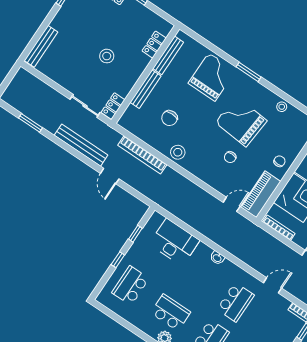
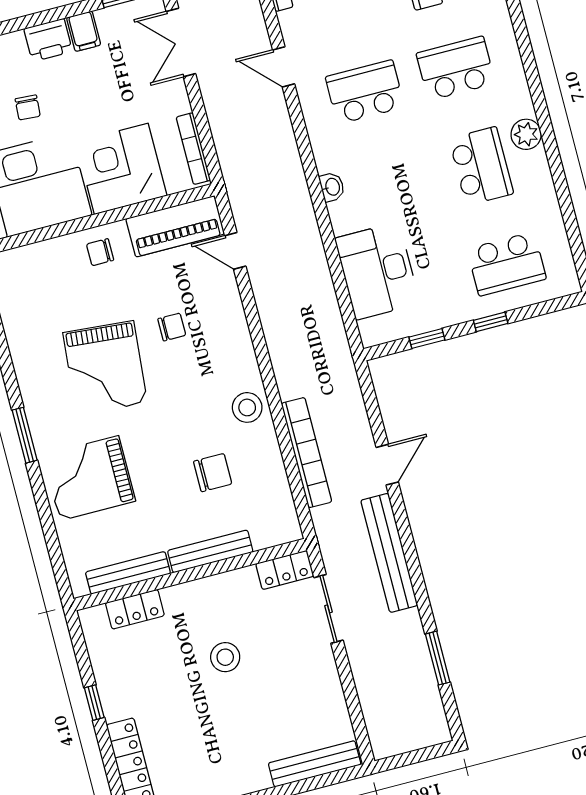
stool: (282, 107) -> (21, 335), removed
school desk: (171, 312) -> (481, 166), turned 180

